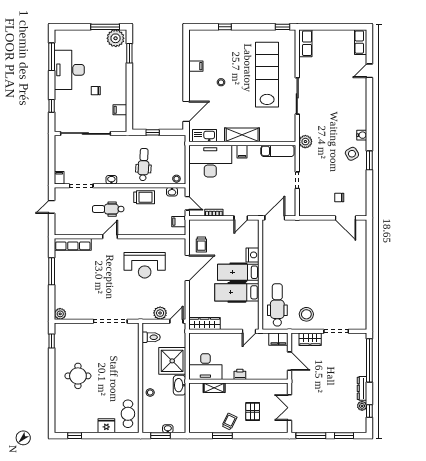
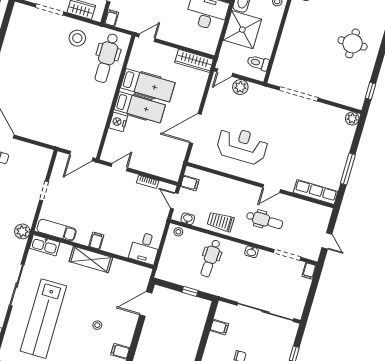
kitchen sink: (204, 136) -> (45, 245), moved
desk: (210, 161) -> (145, 248), width x0.53, depth x0.77
door: (52, 207) -> (327, 241), hinge flipped
trolley: (201, 245) -> (172, 150), removed
filing cabinet: (278, 339) -> (111, 18), width x0.50

